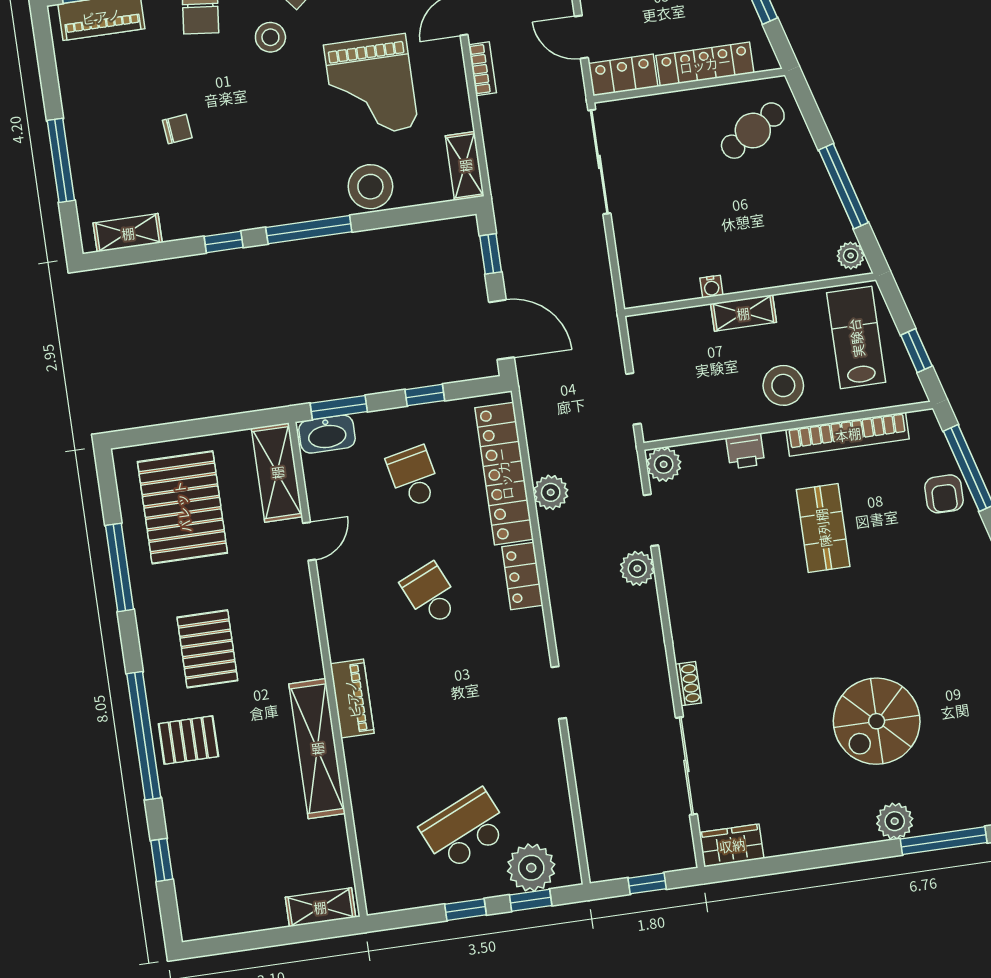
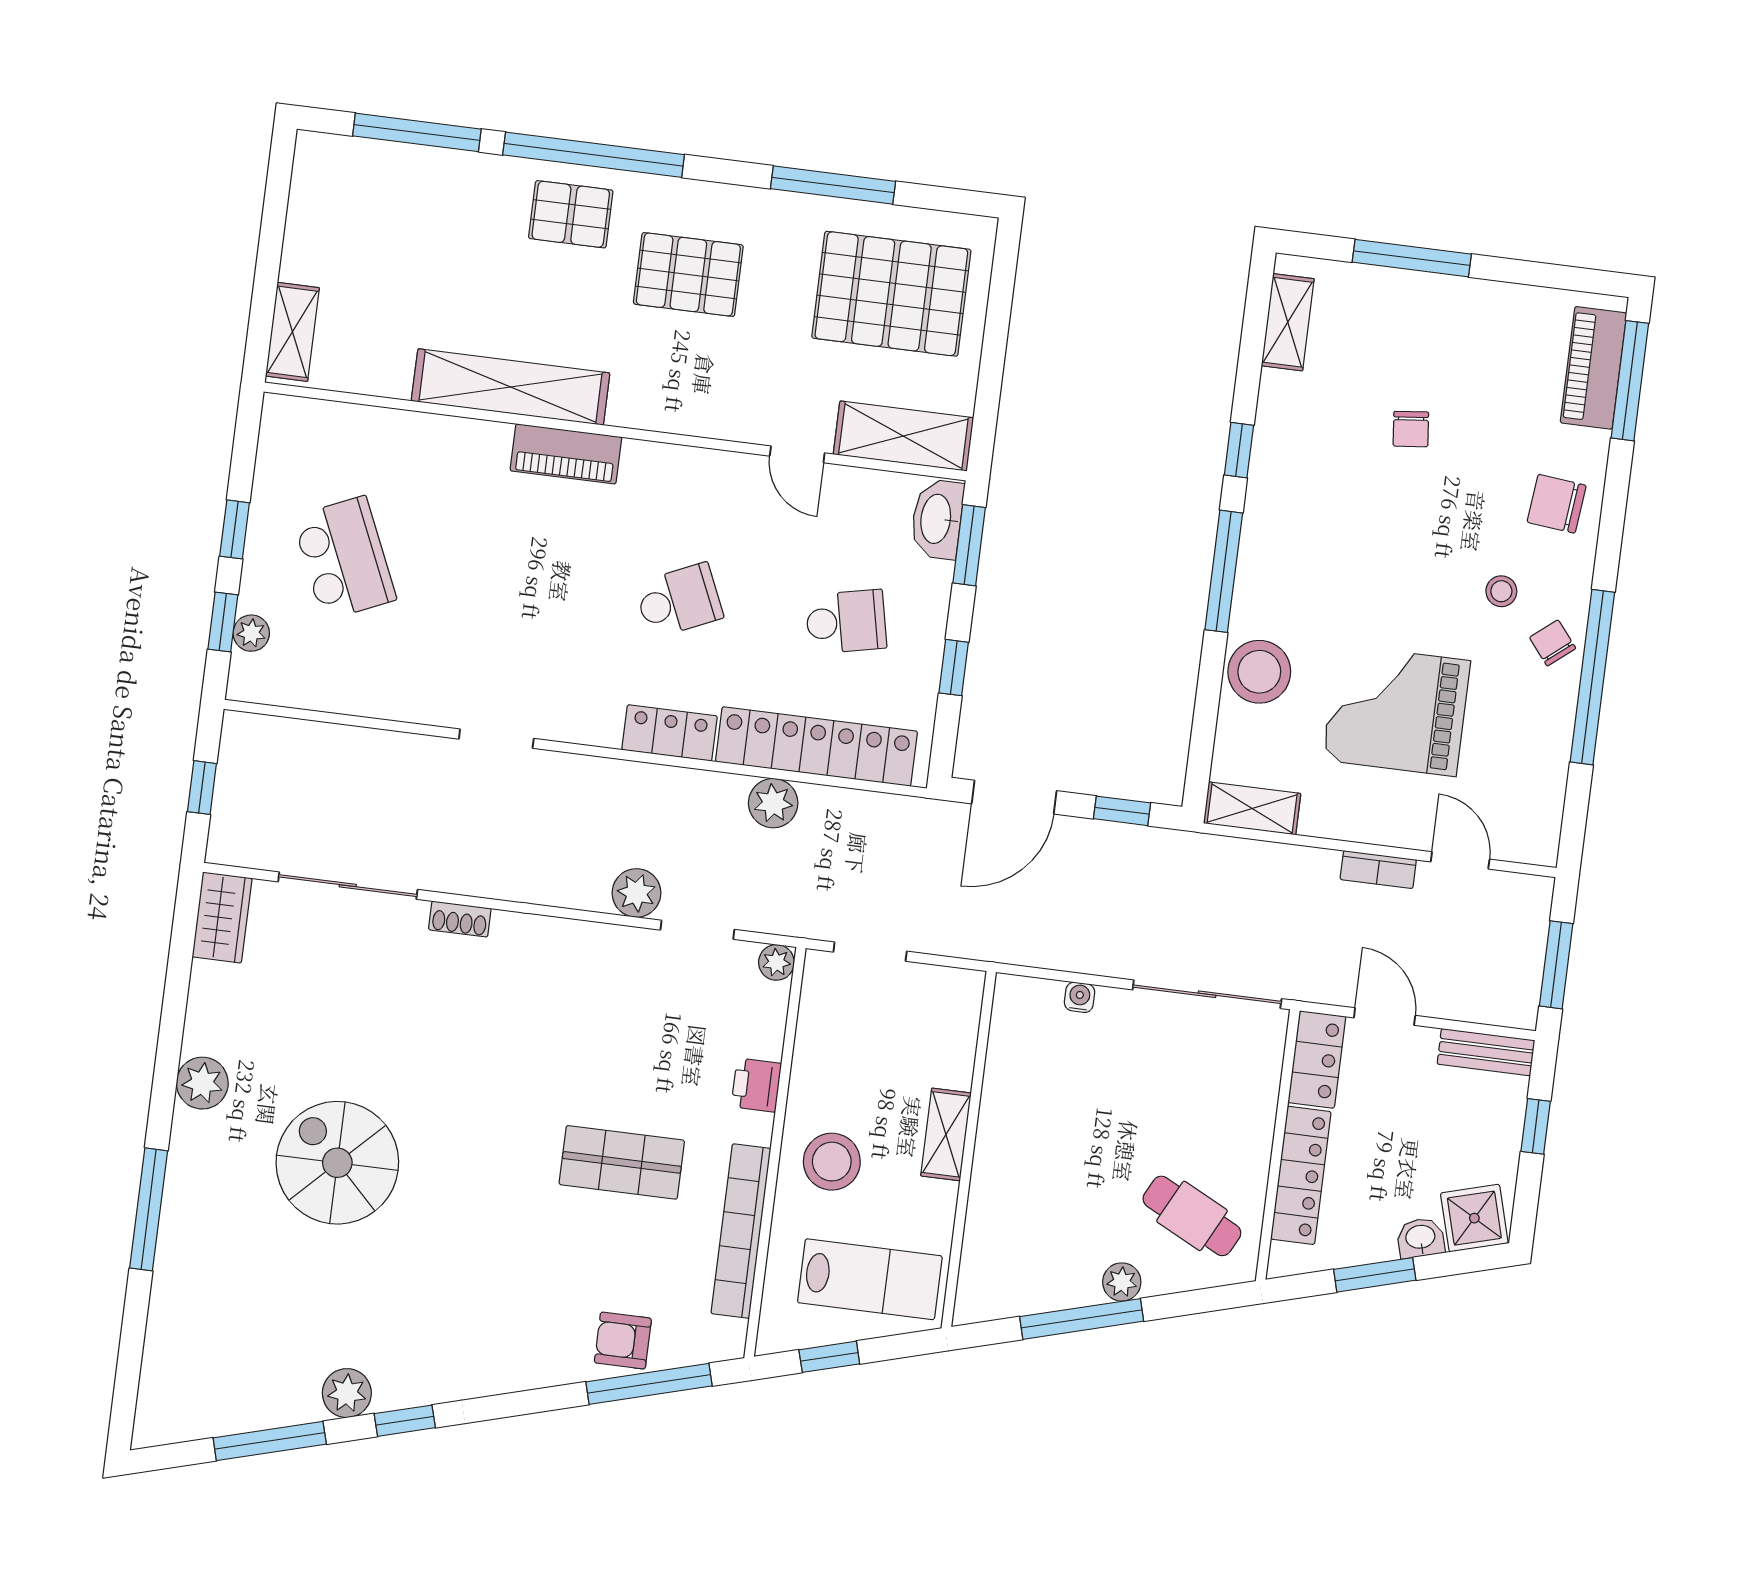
stool: (270, 37) -> (1501, 591), width x0.73, depth x0.73
door: (581, 37) -> (1385, 1017), hinge flipped
cafe table: (753, 131) -> (1192, 1216), turned -32
plant: (851, 256) -> (1122, 1282), moved
water cooler: (711, 287) -> (1080, 997), moved, turned 90
plant: (664, 464) -> (776, 962), width x0.73, depth x0.73
pallet: (188, 740) -> (571, 214), turned 90
plant: (895, 821) -> (202, 1083), moved
window: (162, 860) -> (417, 132), width x2.17
plant: (531, 868) -> (251, 633), width x0.53, depth x0.53

